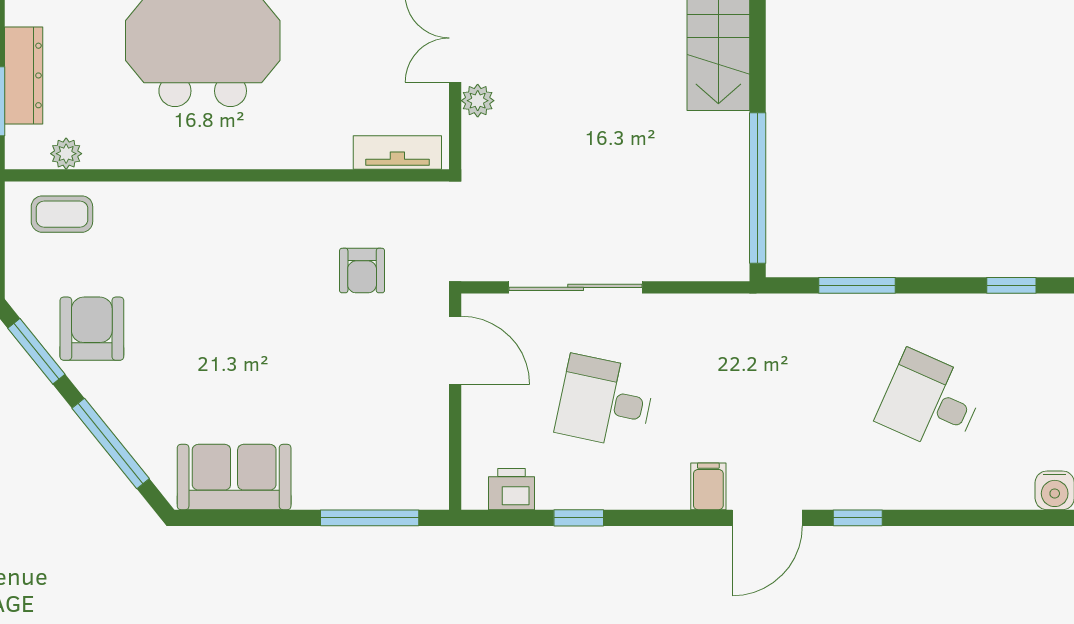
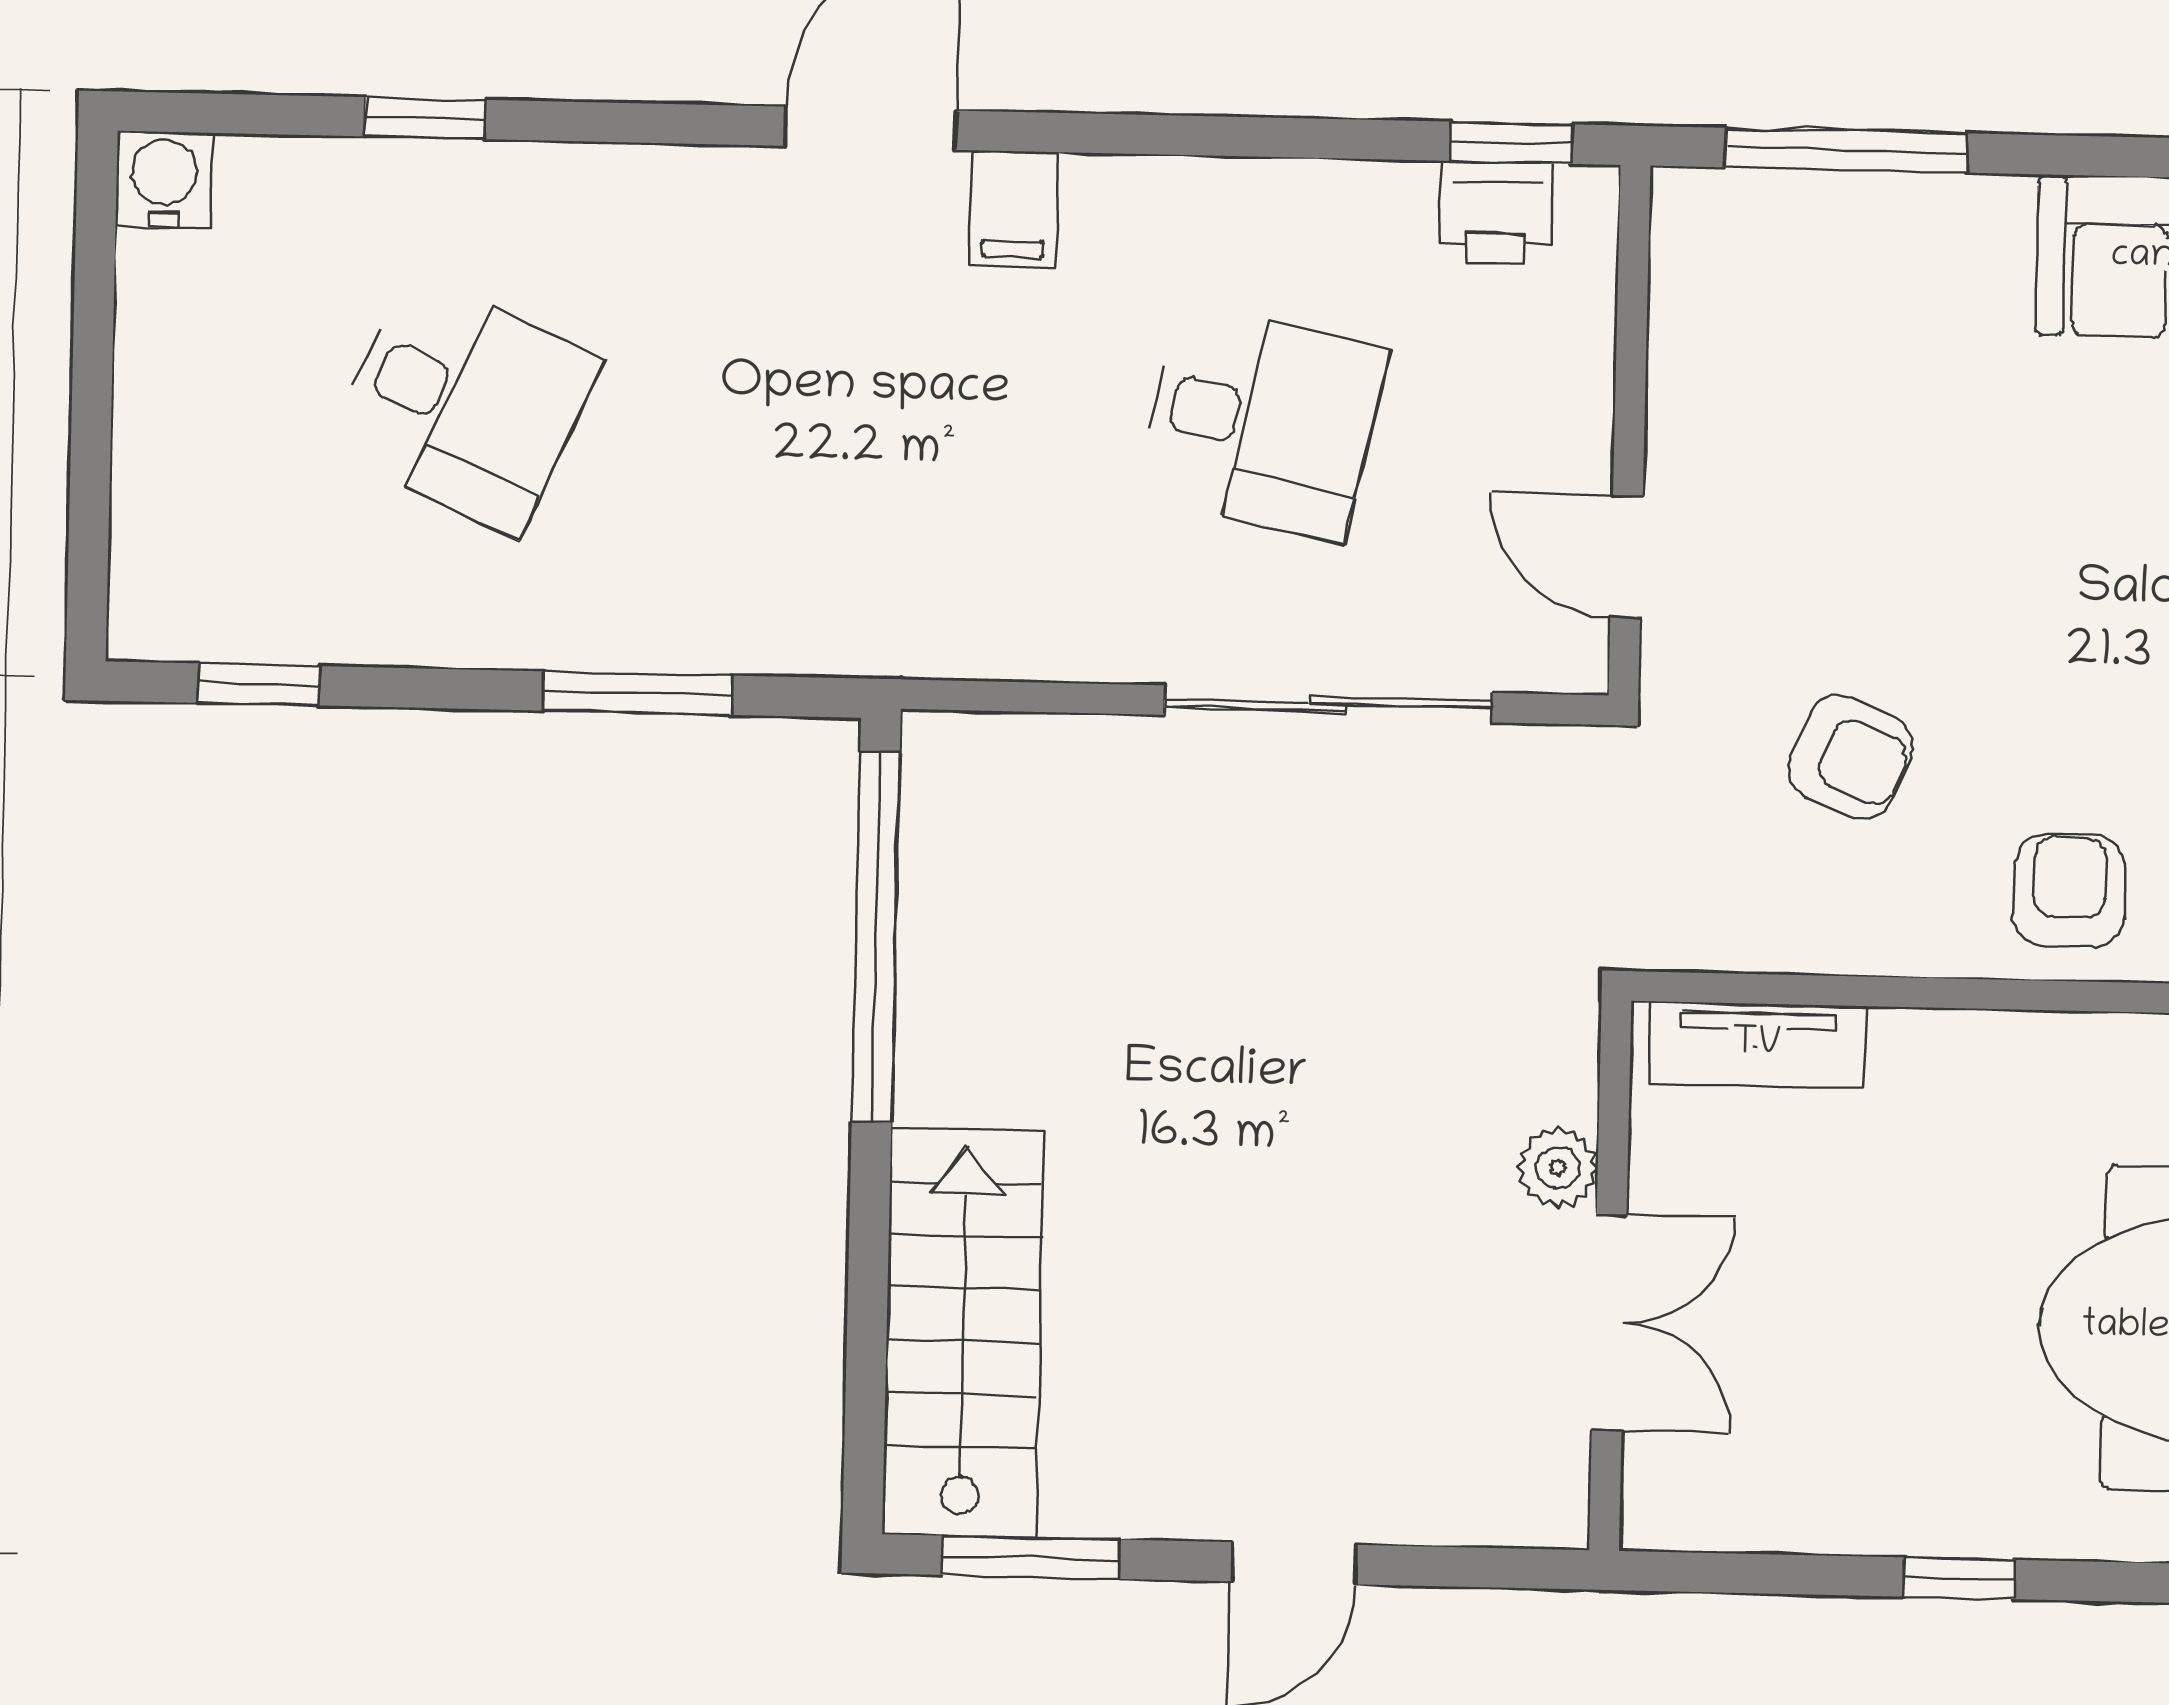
armchair: (272, 218) -> (2070, 891), added
armchair: (362, 271) -> (1851, 757), turned 112
door: (455, 350) -> (1627, 557), width x0.73
window: (579, 518) -> (1511, 143), moved
window: (858, 518) -> (425, 118), moved

